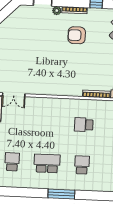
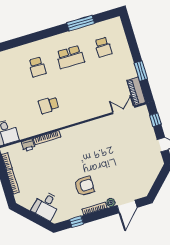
school desk: (84, 125) -> (49, 105), turned 180
window: (61, 194) -> (81, 23), moved

